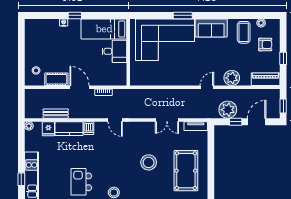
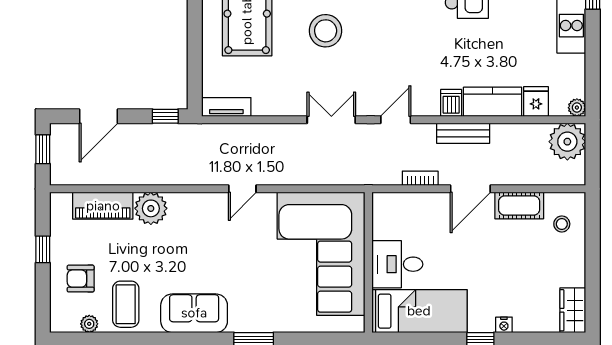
wardrobe: (31, 29) -> (573, 310), added
corner sofa: (165, 40) -> (321, 254), moved, turned -90
piano: (266, 79) -> (103, 206), moved
door: (80, 87) -> (470, 189), hinge flipped
door: (207, 87) -> (242, 189), moved
plant: (228, 110) -> (567, 142), moved
bench: (56, 114) -> (463, 133), moved
door: (115, 120) -> (396, 120), hinge flipped
double door: (167, 120) -> (331, 120), moved
window: (236, 122) -> (165, 116), moved

